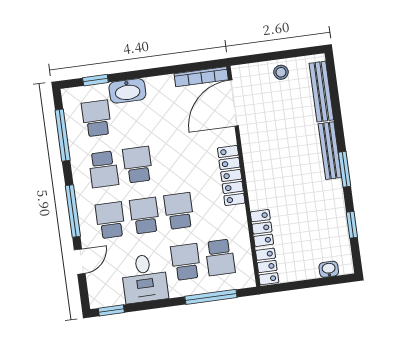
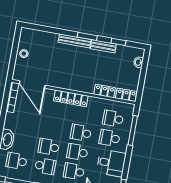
bench: (321, 92) -> (103, 46), moved, width x0.73
school desk: (220, 257) -> (113, 119), turned 180

